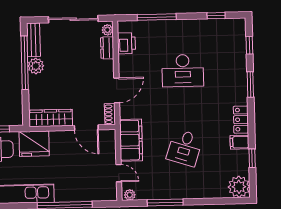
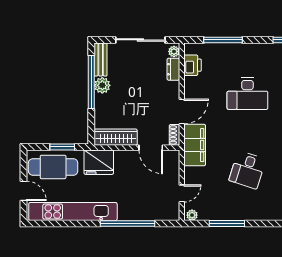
filing cabinet: (131, 140) -> (195, 145), moved
door: (119, 173) -> (182, 193), hinge flipped

